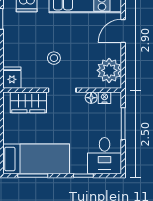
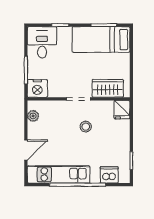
plant: (109, 70) -> (33, 116), width x0.53, depth x0.53
floor lamp: (91, 98) -> (54, 92), removed
nightstand: (104, 98) -> (37, 88), width x1.89, depth x1.79

